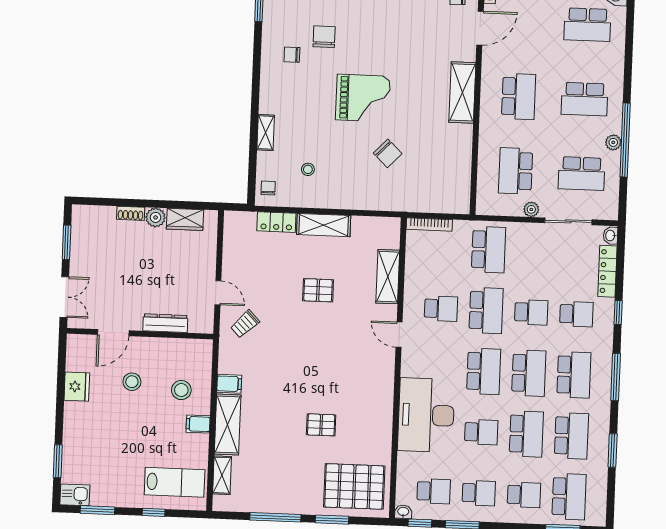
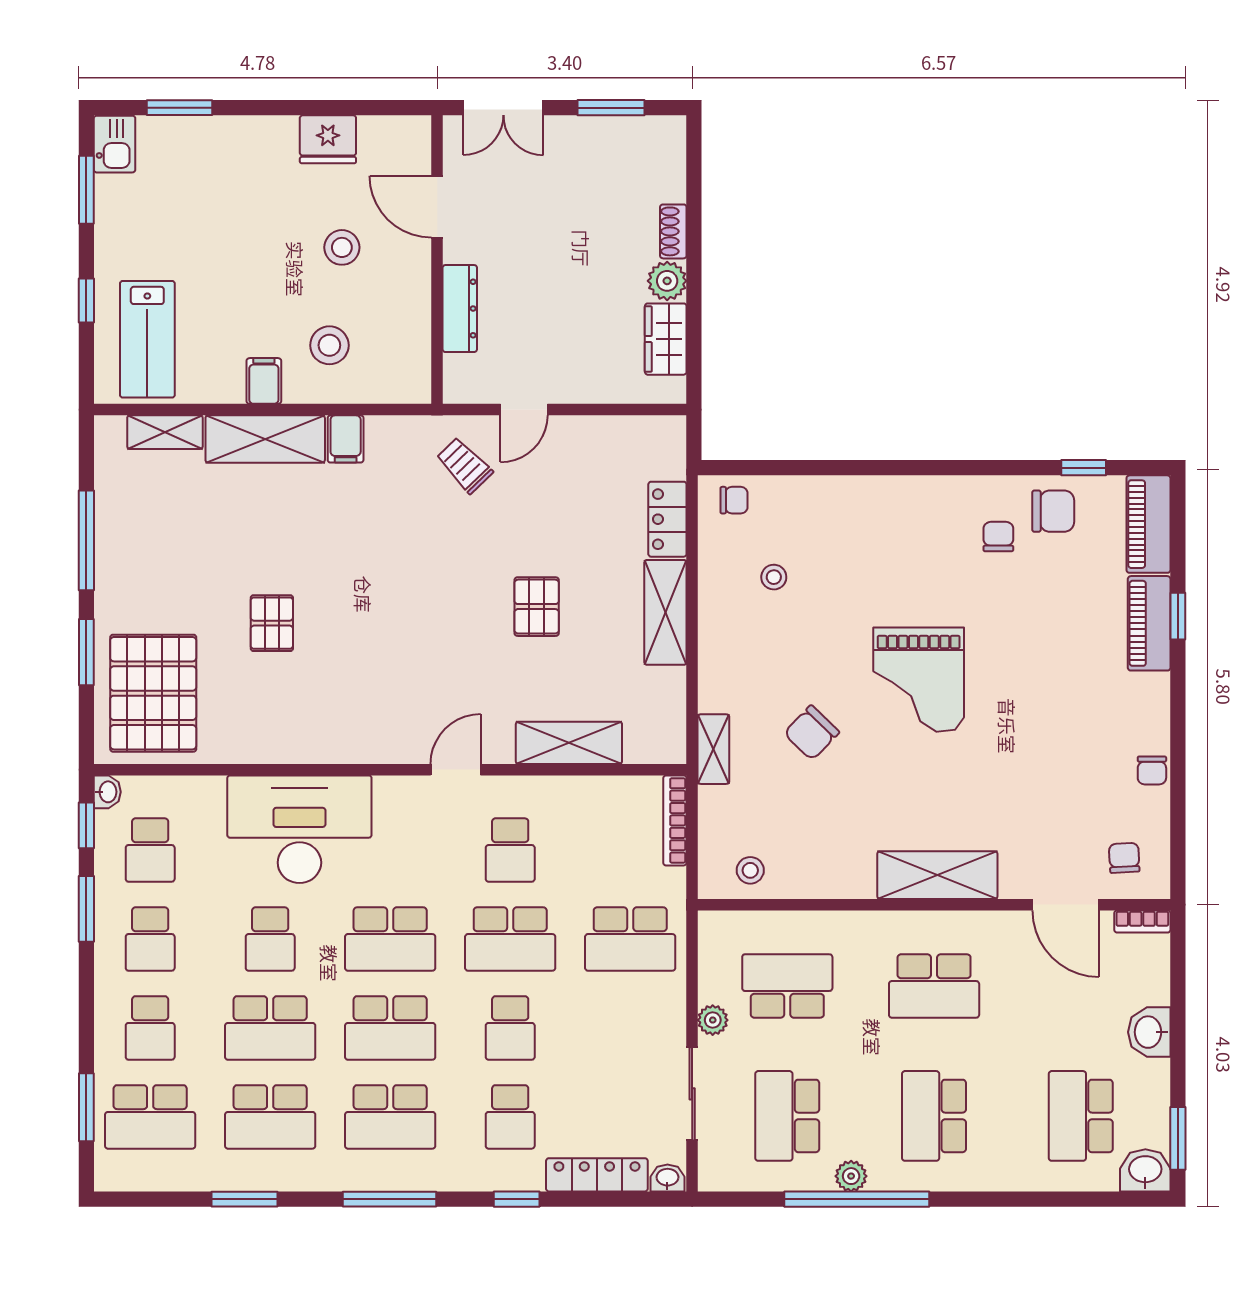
chair: (324, 37) -> (1053, 511), moved
shelving: (266, 133) -> (713, 749), moved, turned 90
stool: (456, 187) -> (750, 870), added

